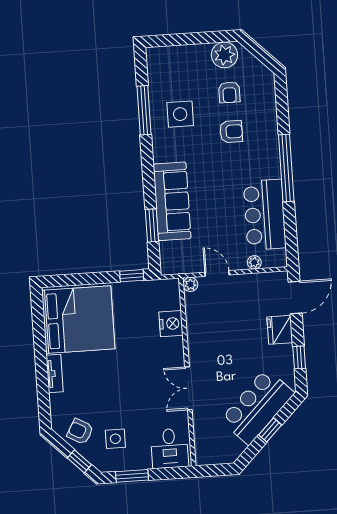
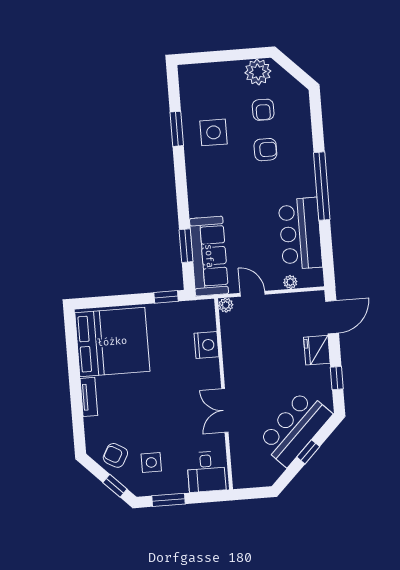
window: (144, 110) -> (177, 129), width x0.69
sofa: (172, 201) -> (209, 256), moved

